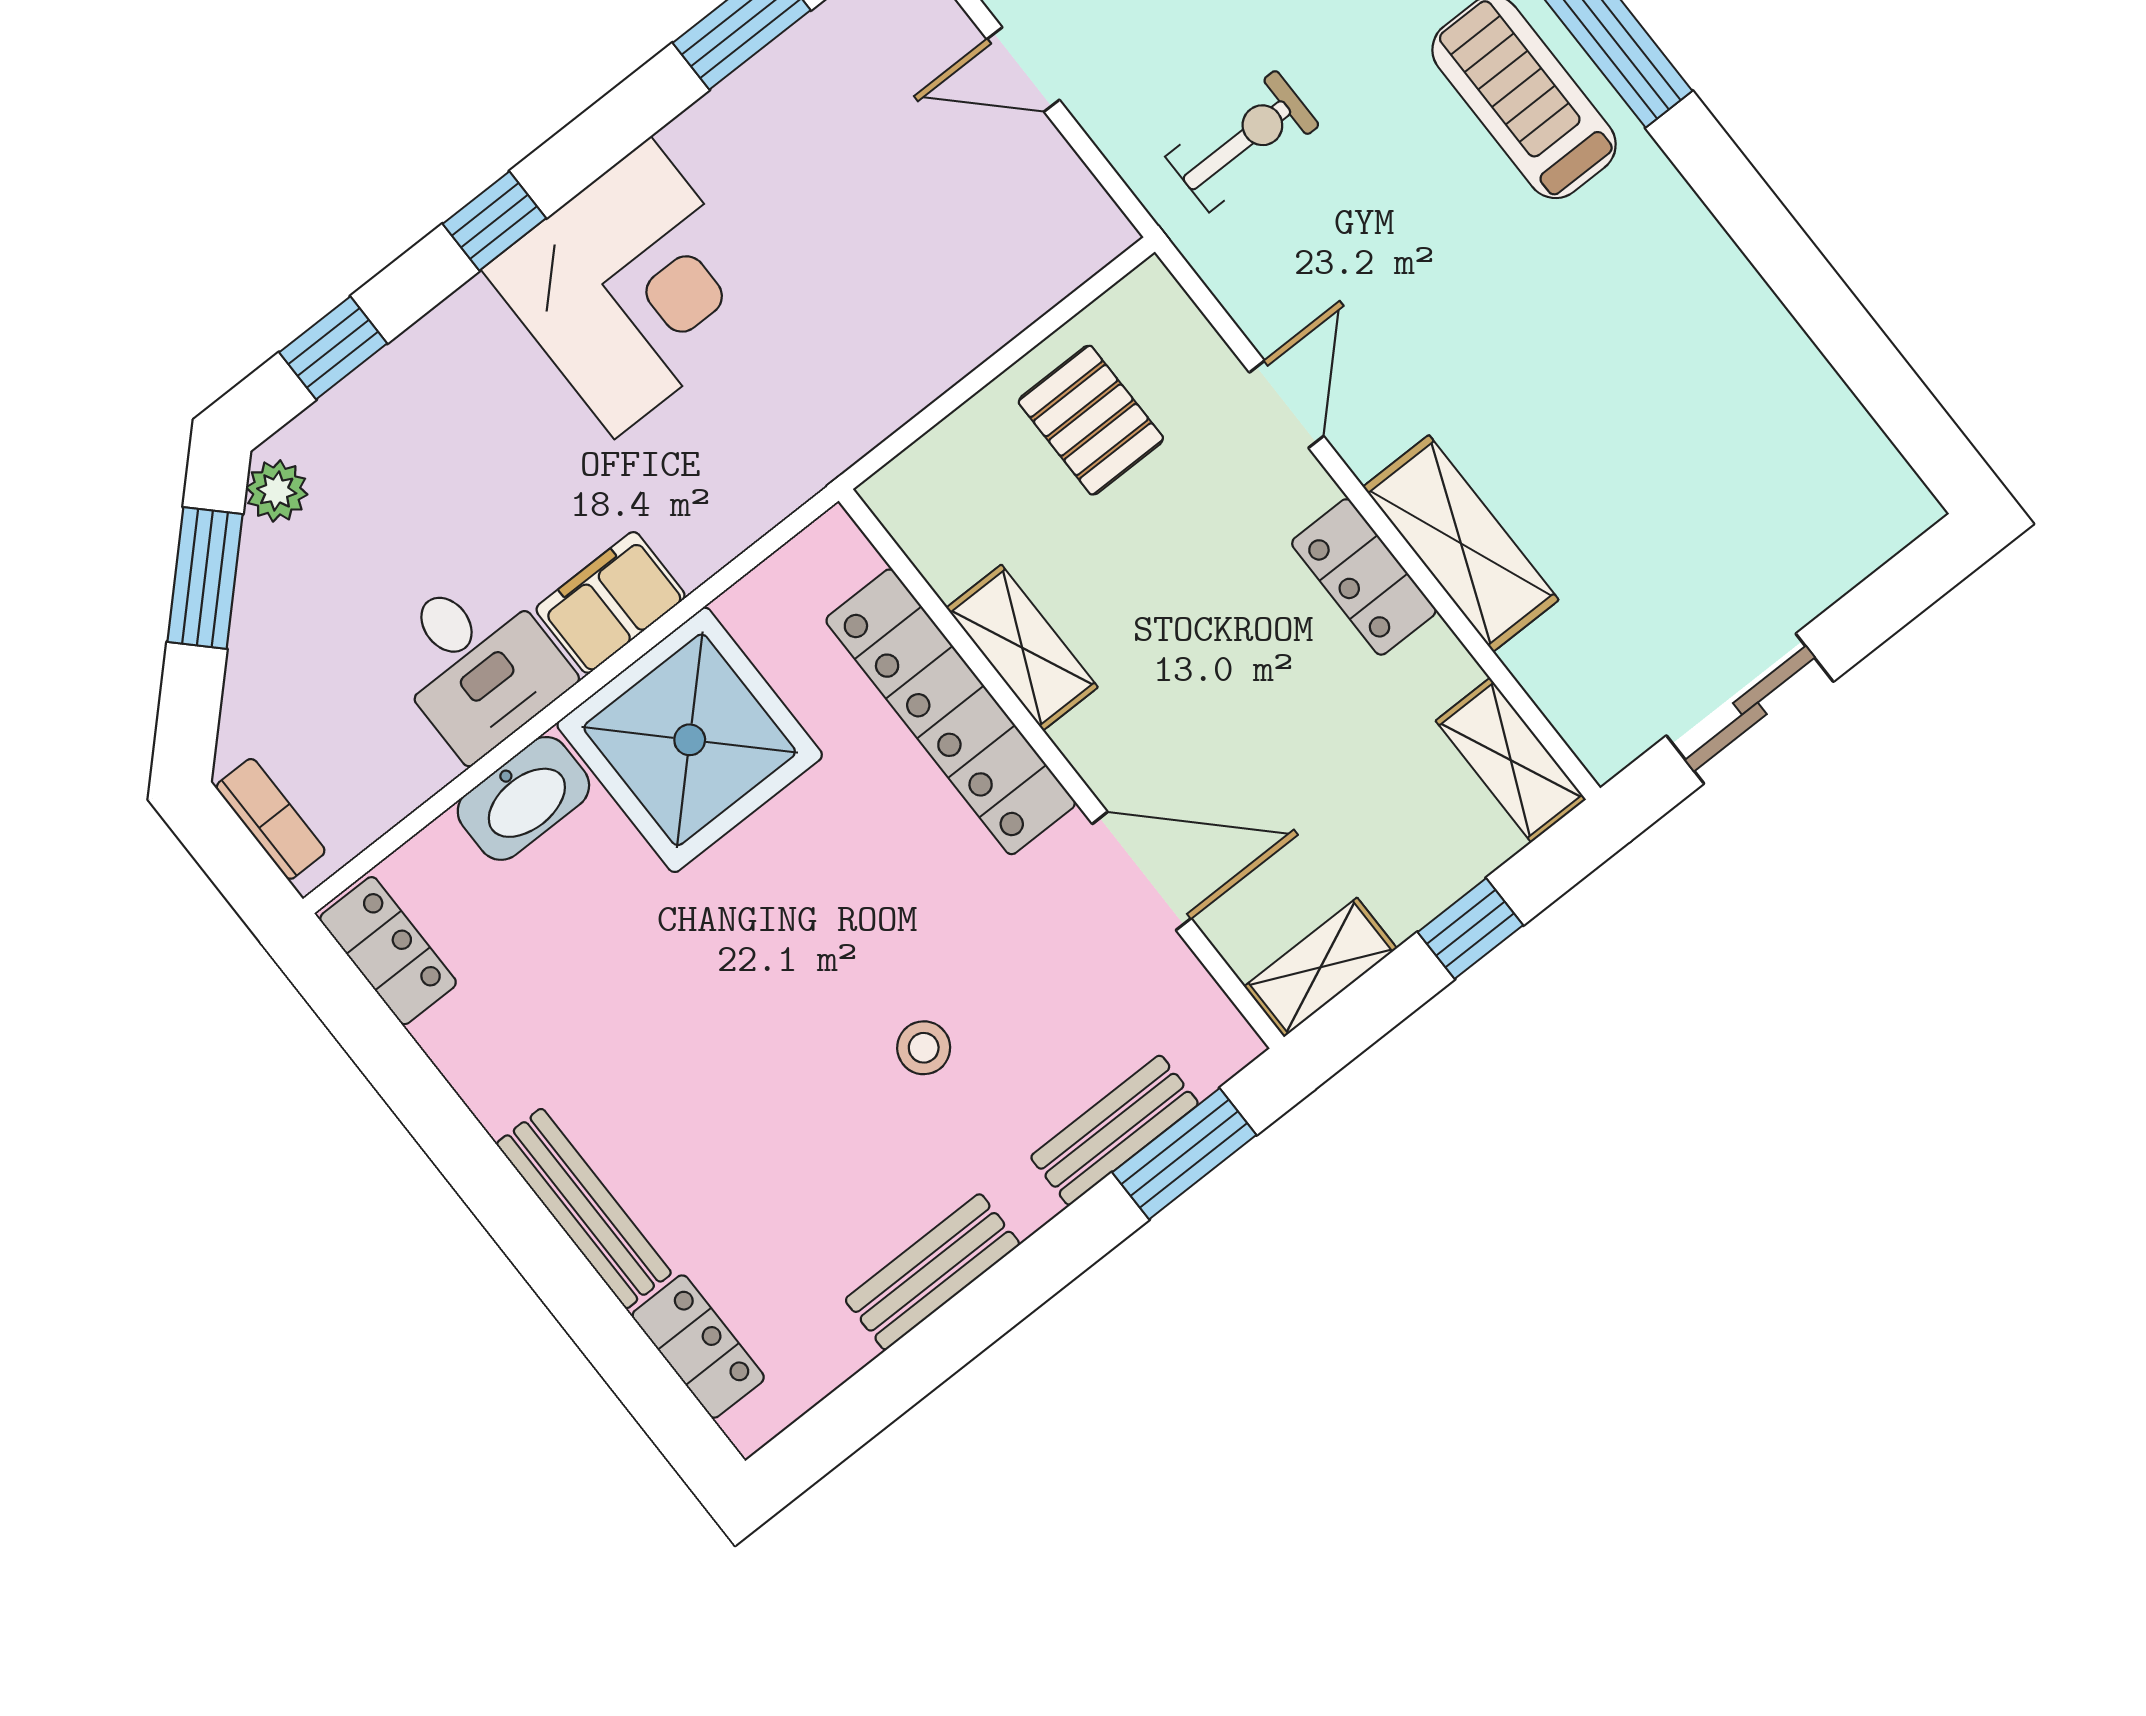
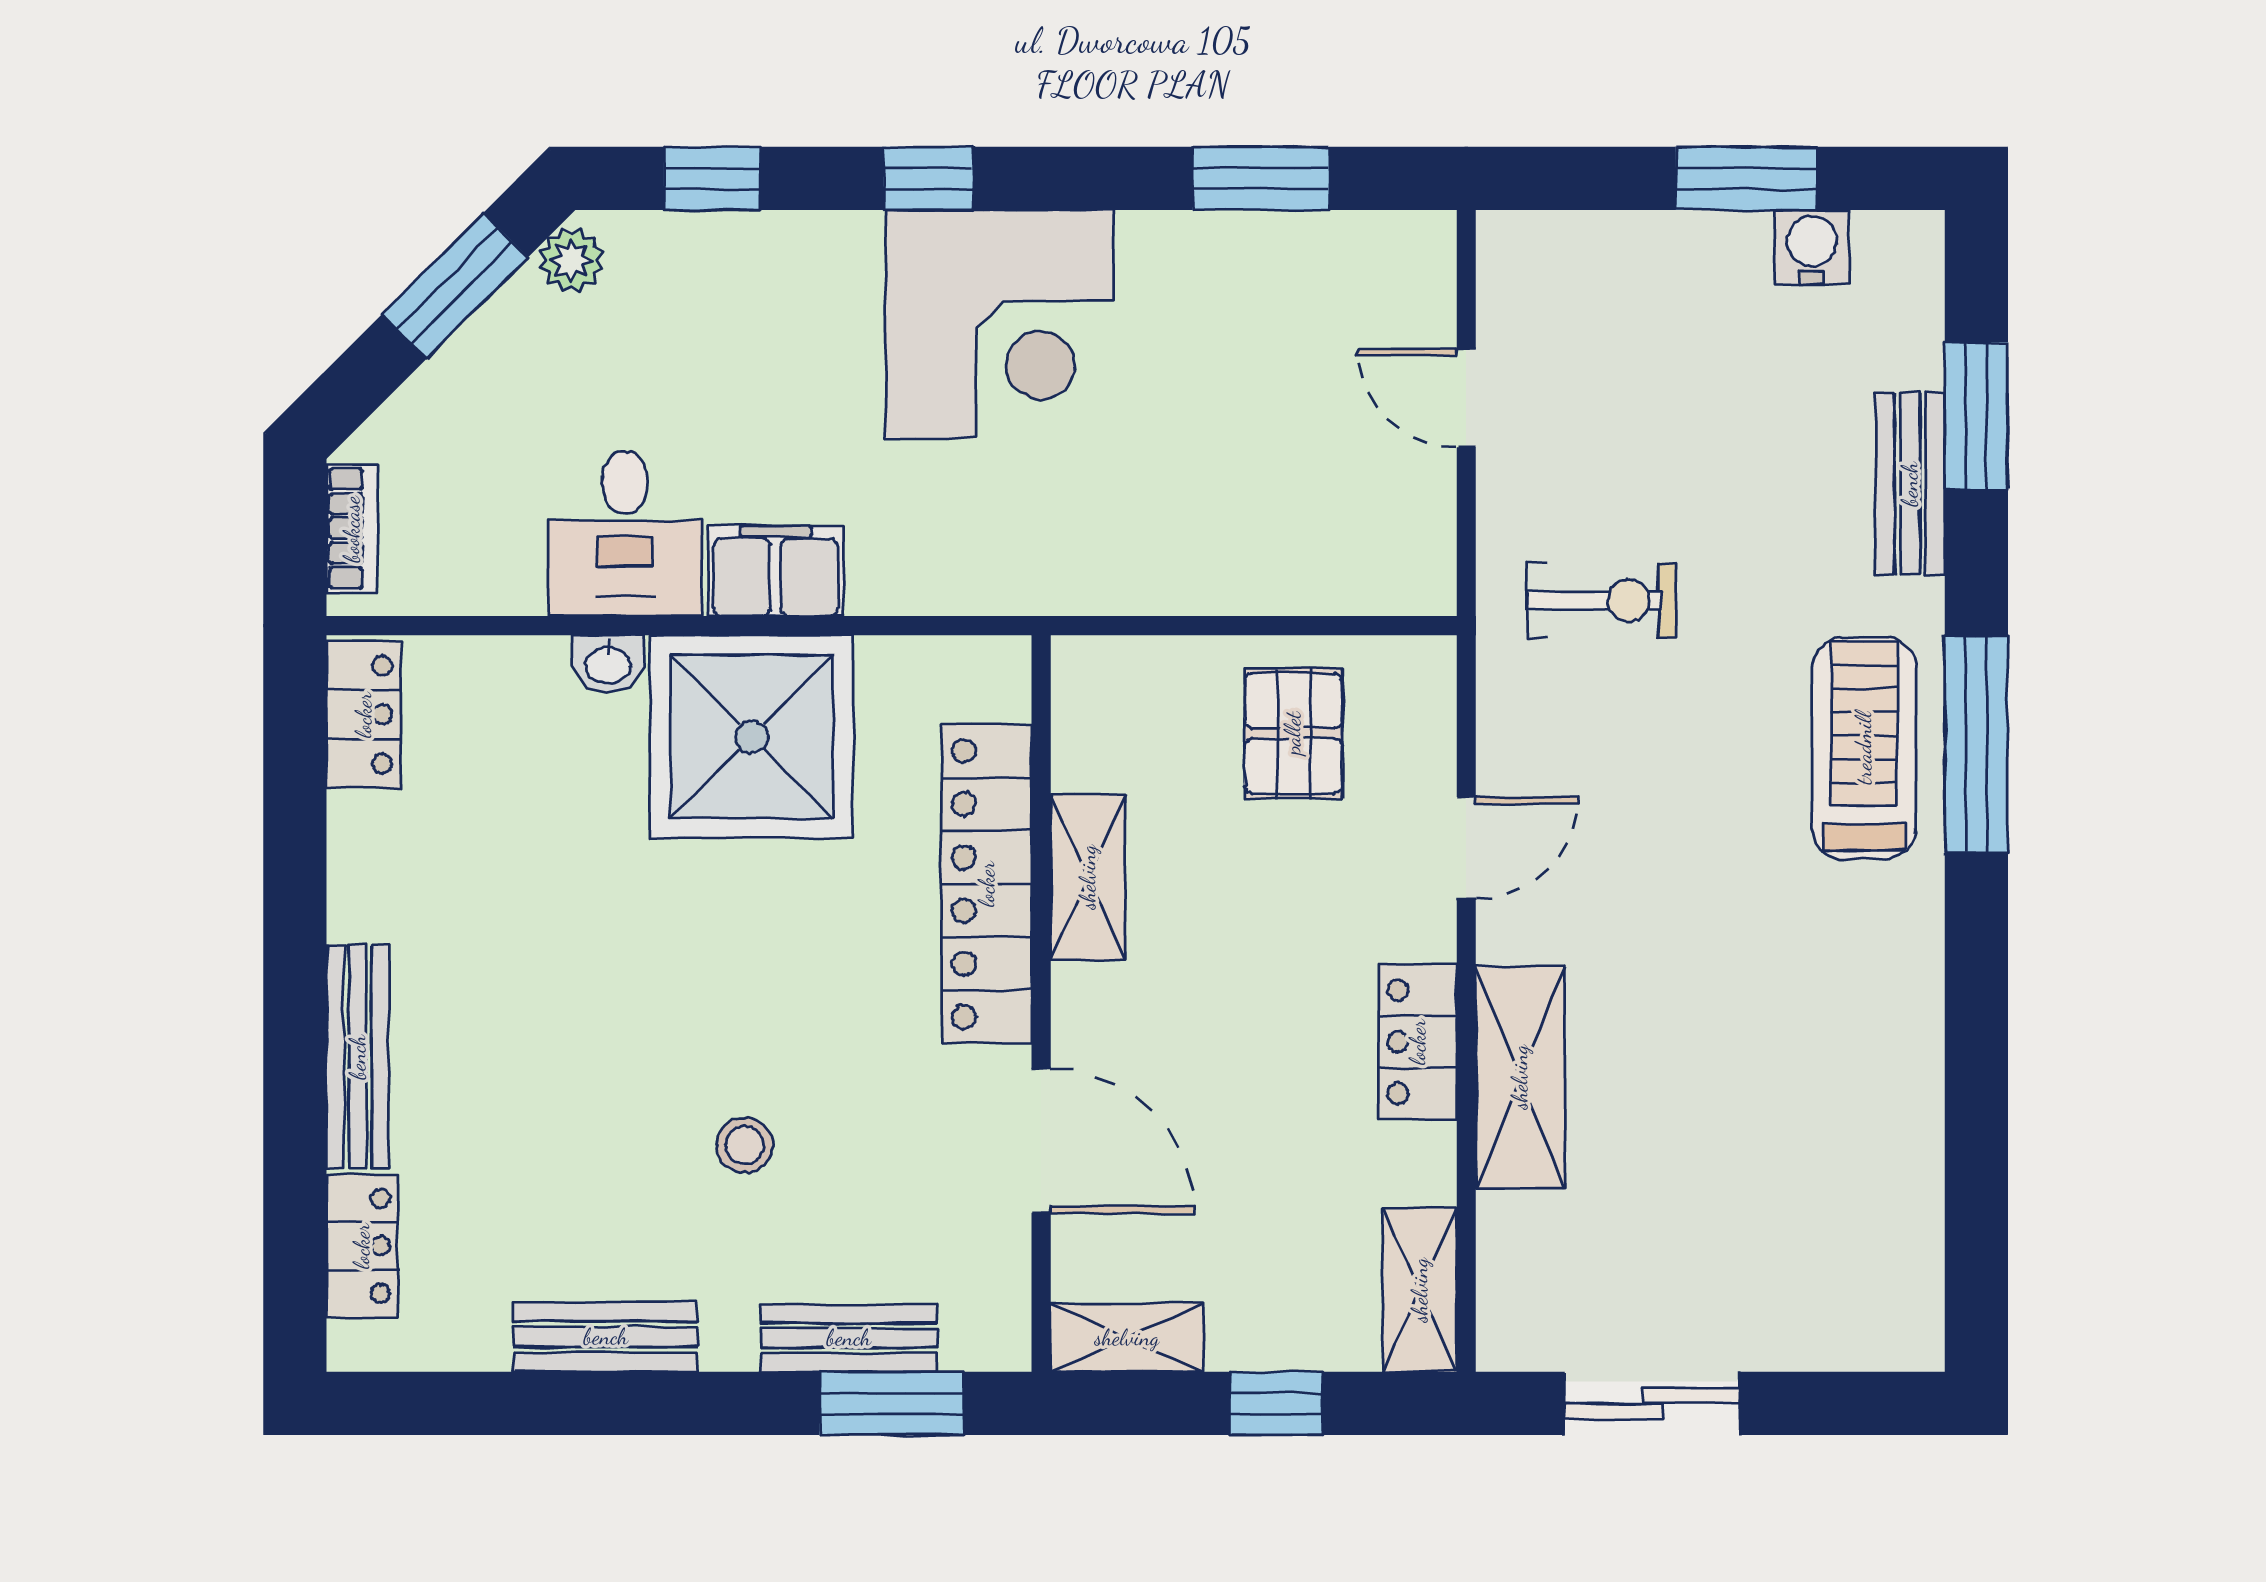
washbasin: (523, 798) -> (608, 664), width x0.52, depth x0.69

